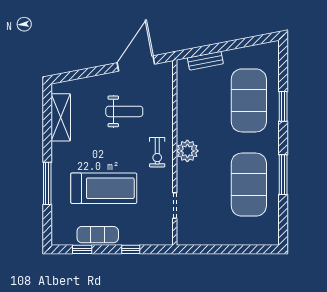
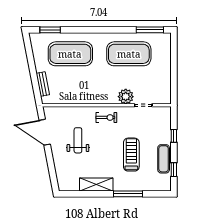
window: (283, 106) -> (50, 30), moved
shelving: (61, 117) -> (96, 184), moved
plant: (187, 151) -> (126, 97), moved
window: (283, 175) -> (150, 30), moved
treadmill: (104, 188) -> (131, 155), width x0.73, depth x0.73

